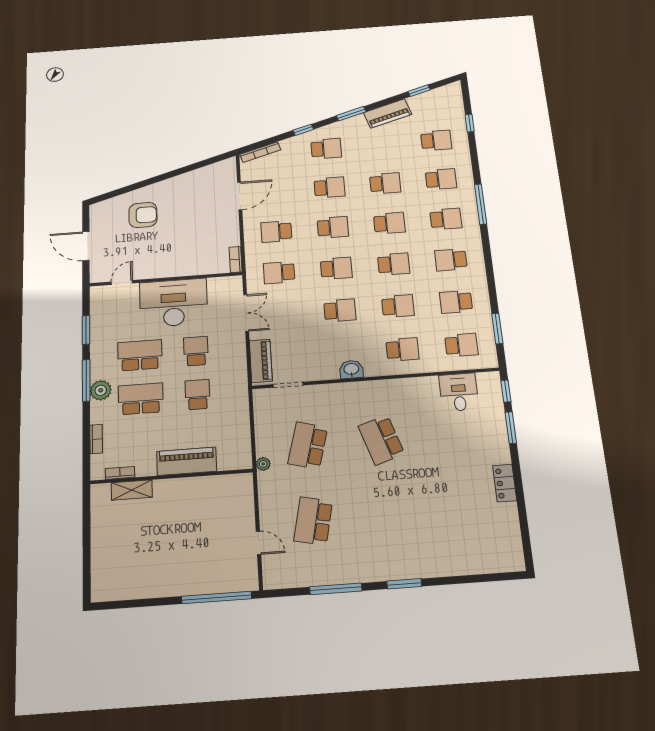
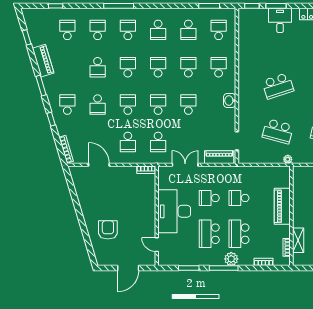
school desk: (385, 183) -> (98, 67), turned 180
school desk: (329, 187) -> (98, 105), turned 180
desk: (459, 392) -> (280, 20), moved, turned 90

